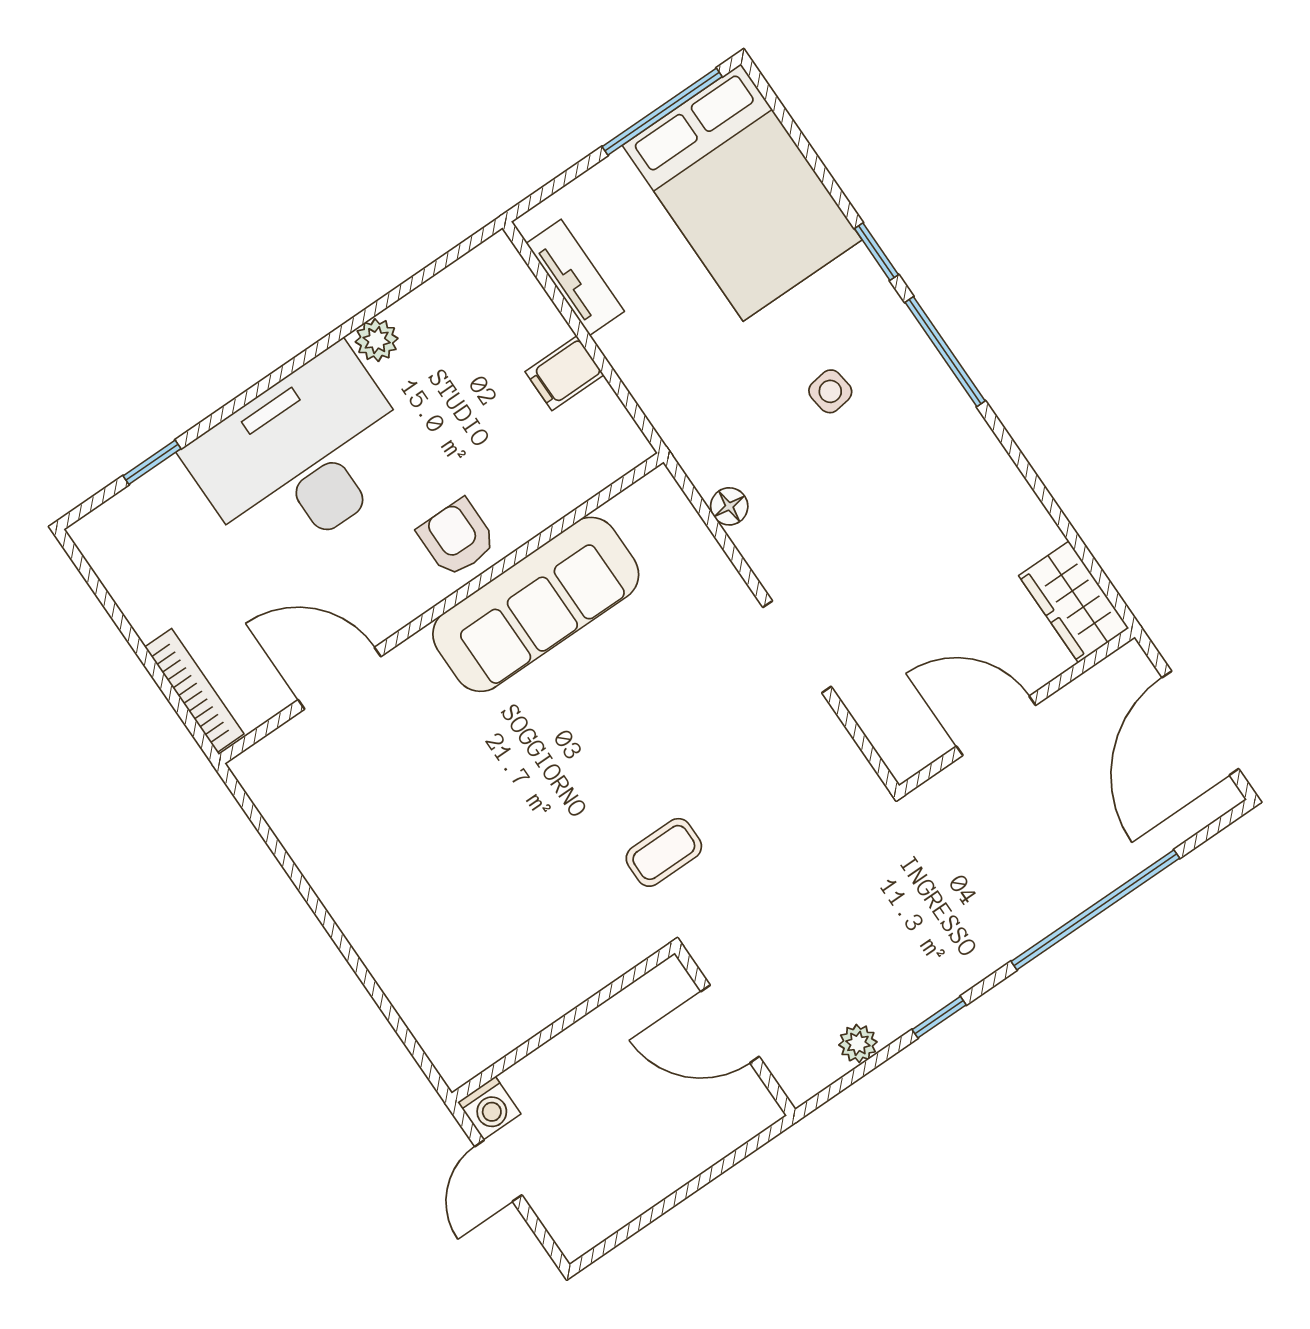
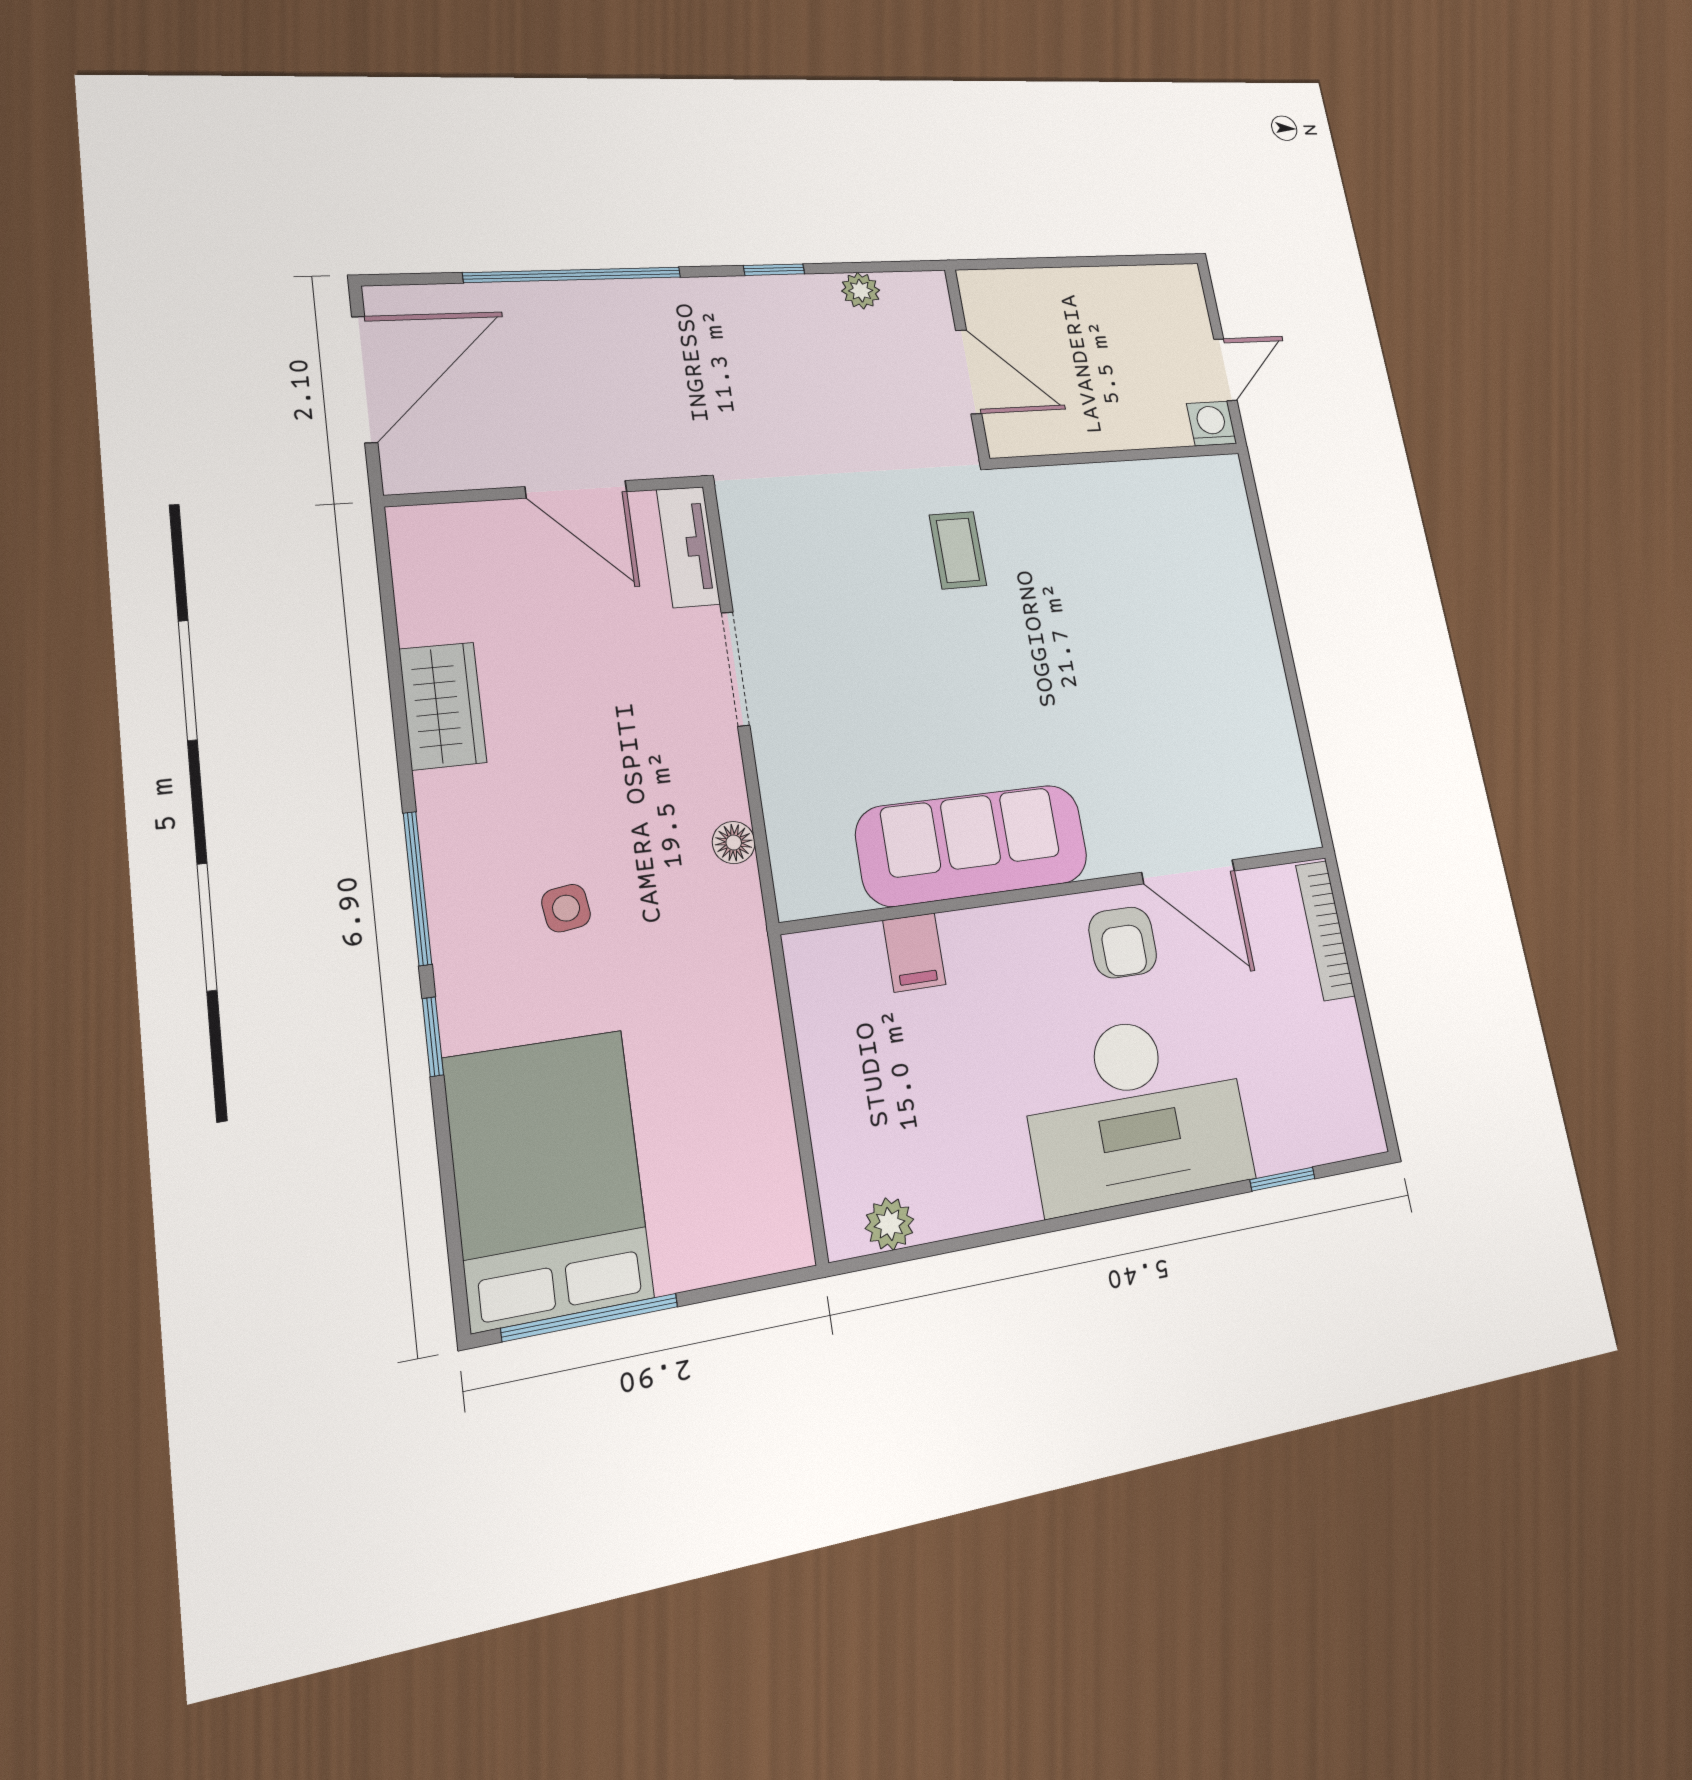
tv unit: (575, 277) -> (688, 547), moved
plant: (377, 340) -> (890, 1224), moved
filing cabinet: (564, 373) -> (914, 952), moved, turned 90
armchair: (457, 538) -> (1123, 942), moved
wardrobe: (1074, 602) -> (443, 706), moved
coffee table: (664, 852) -> (958, 550), turned 90

